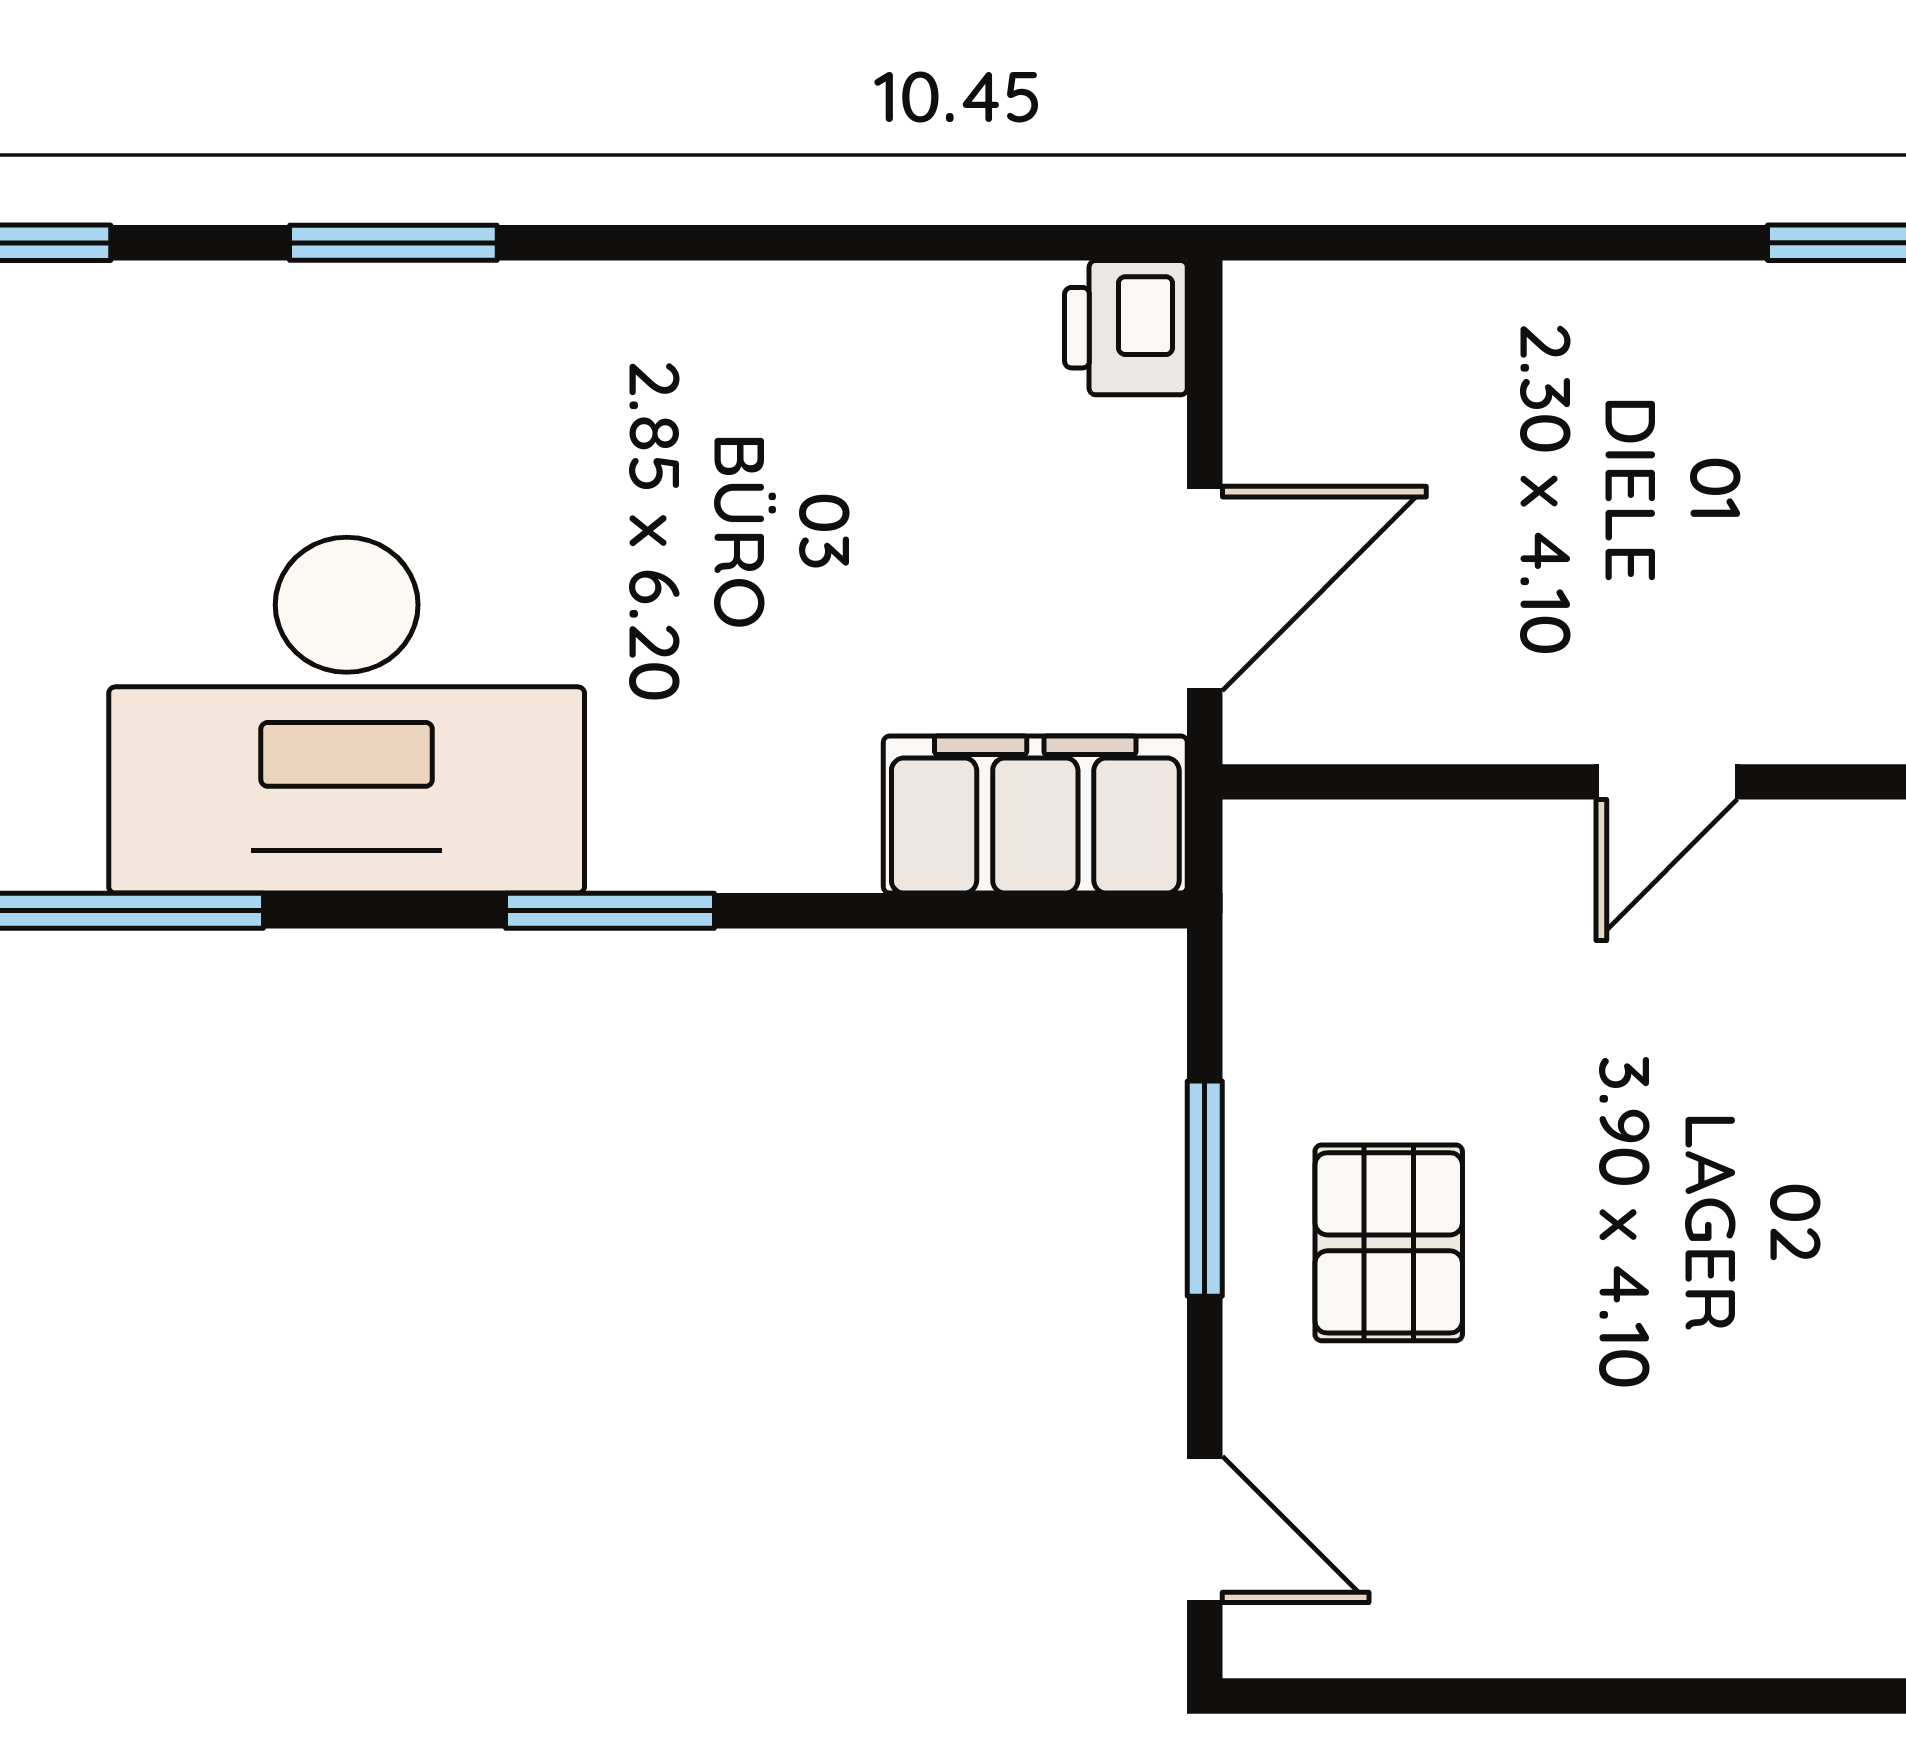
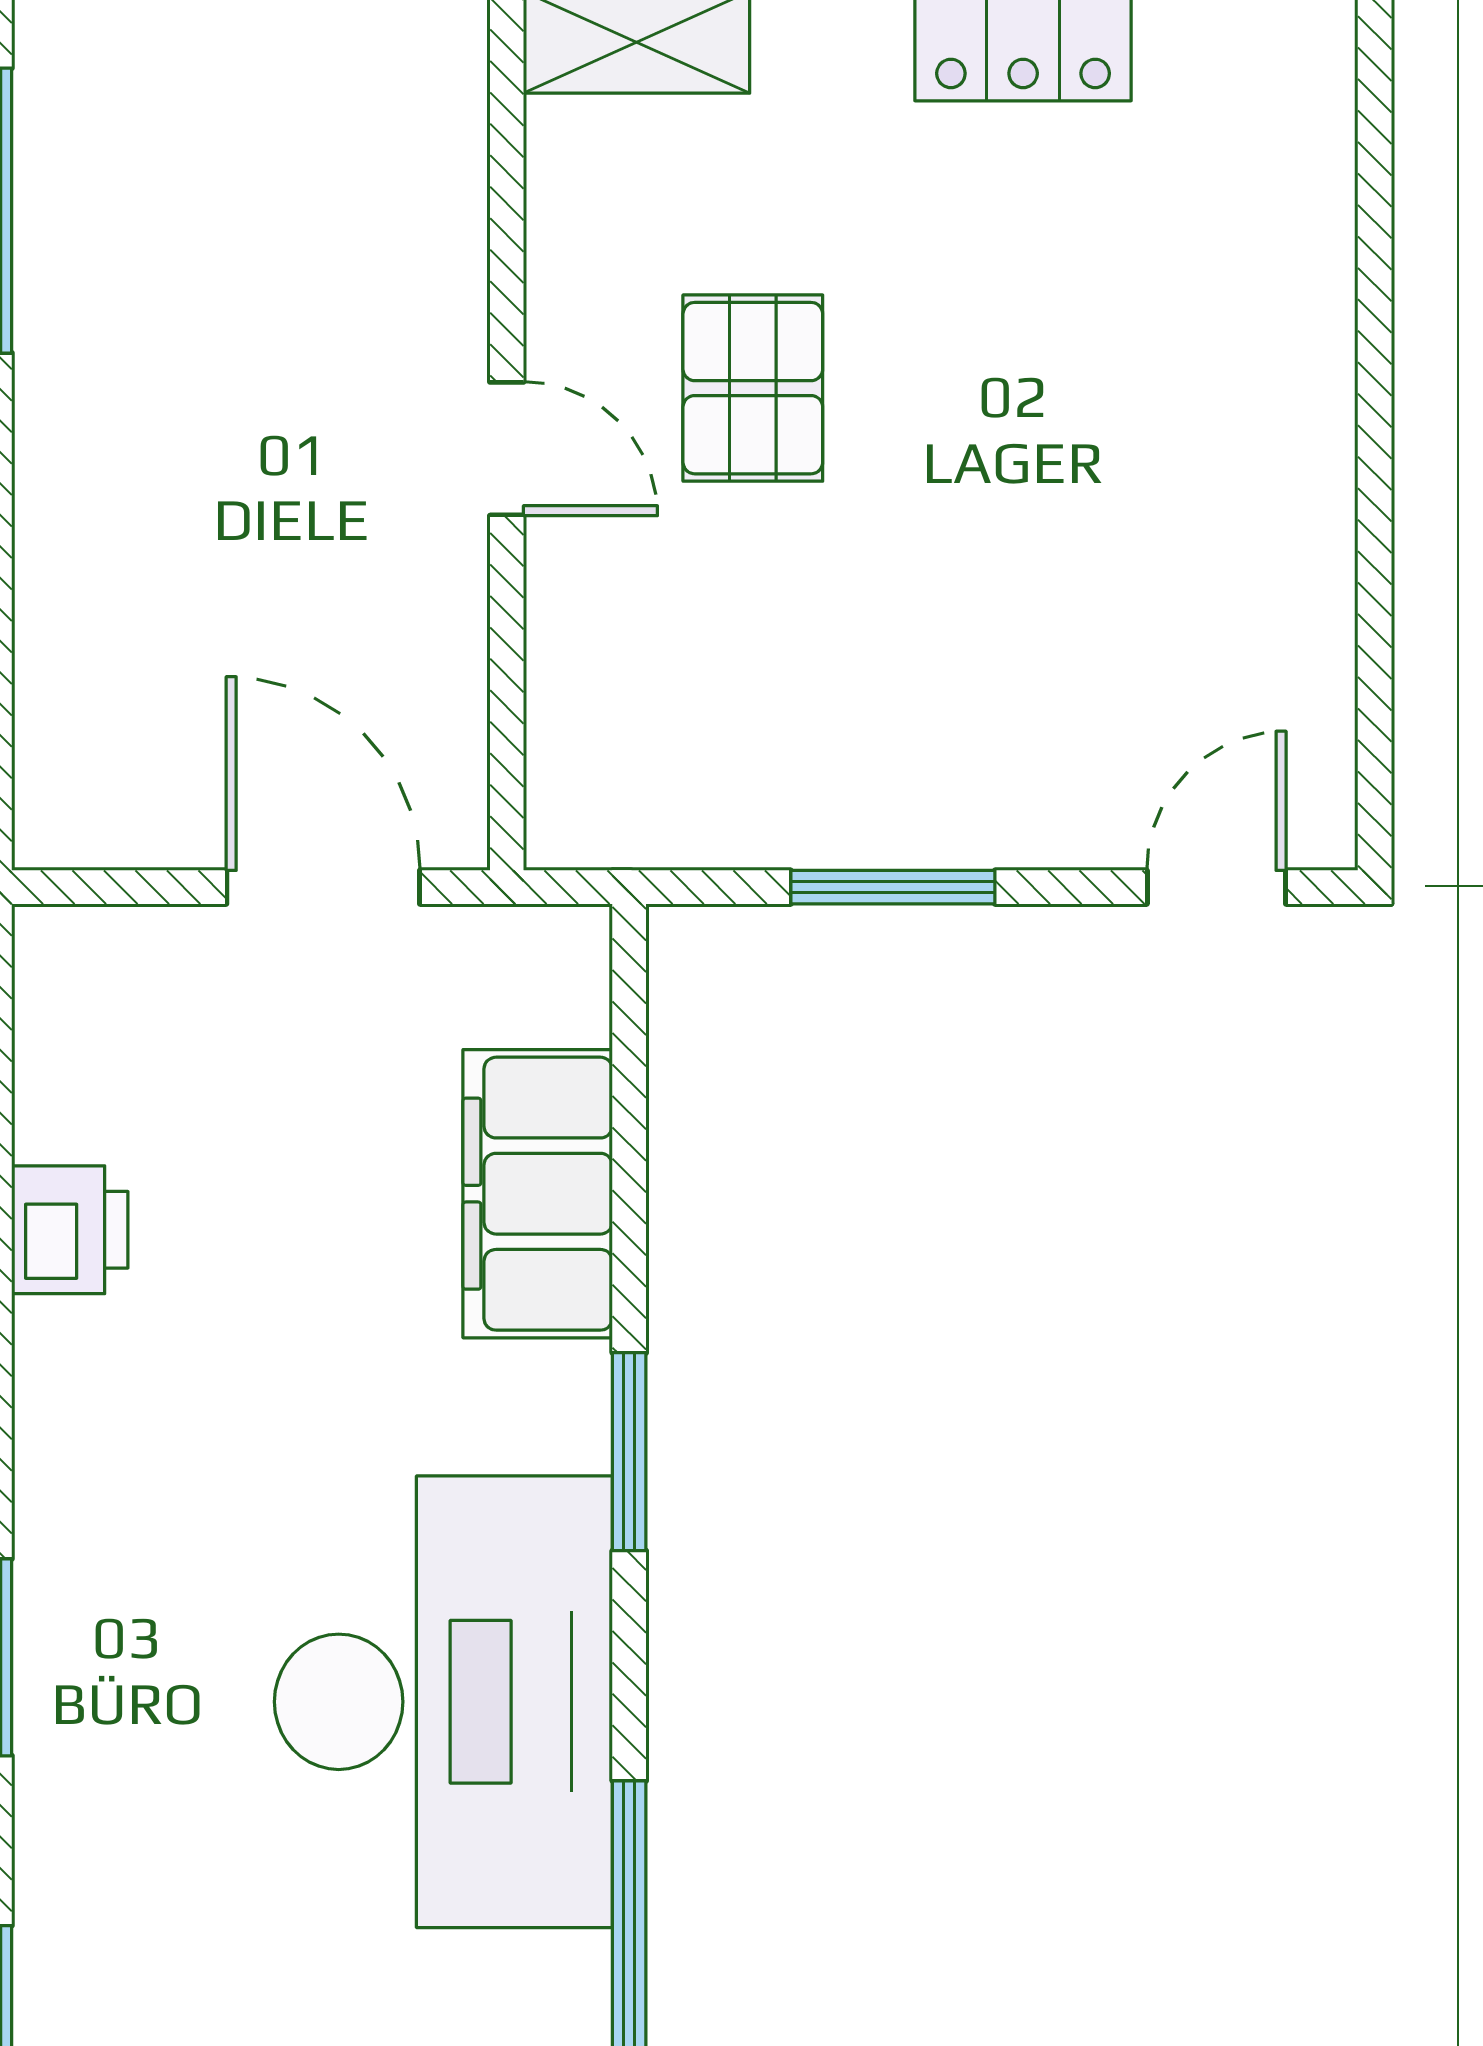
printer: (1126, 328) -> (70, 1230), moved, turned -90
filing cabinet: (1035, 814) -> (538, 1194), moved
pallet: (1389, 1243) -> (753, 388), moved, turned 90

